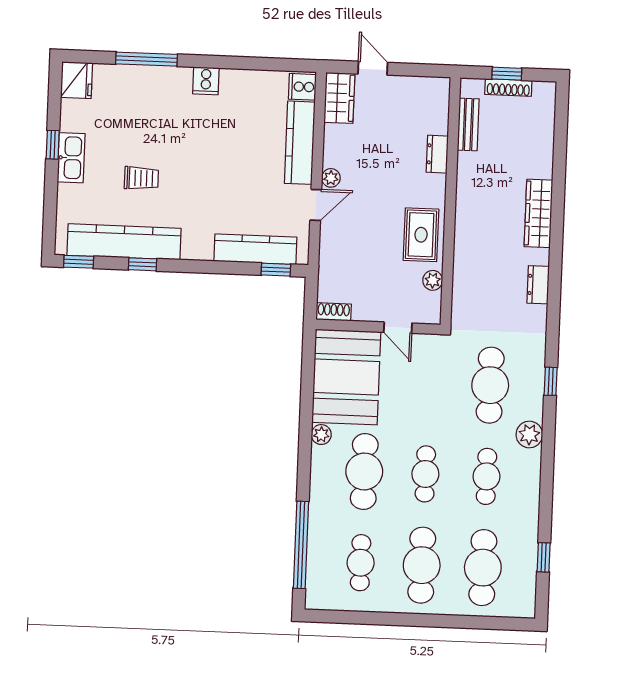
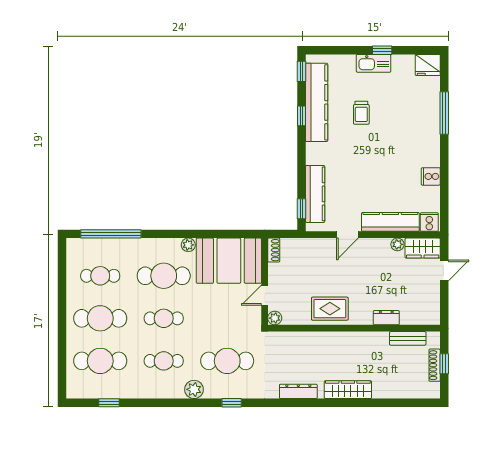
cooker: (206, 81) -> (431, 176), moved
plant: (331, 178) -> (397, 244), moved
door: (316, 205) -> (348, 235), hinge flipped
plant: (433, 280) -> (275, 318), moved
dresser: (538, 285) -> (298, 391), width x1.44

